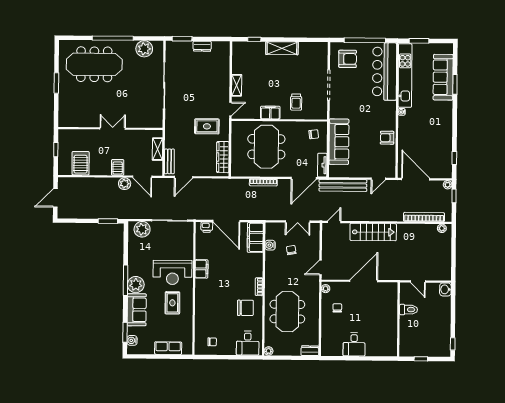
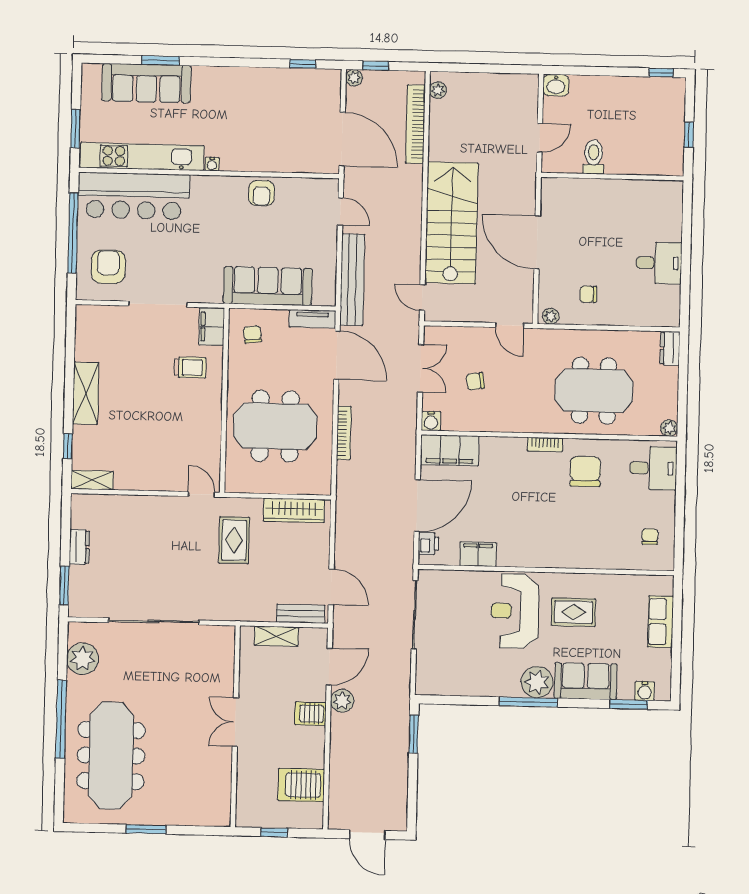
shelving: (237, 85) -> (92, 480), moved
filing cabinet: (270, 113) -> (212, 327), moved
door: (416, 179) -> (342, 139), swing flipped
plant: (142, 229) -> (431, 668), removed
stairs: (373, 232) -> (451, 223), width x1.36, depth x1.51
water cooler: (270, 245) -> (431, 421), moved
filing cabinet: (202, 269) -> (478, 554), moved
reception desk: (172, 272) -> (515, 611), turned 180

